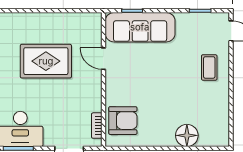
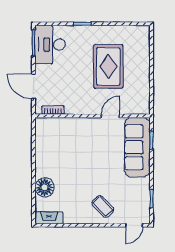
coffee table: (209, 67) -> (103, 207), turned 45
armchair: (123, 121) -> (57, 132), removed
fireplace: (222, 130) -> (49, 218), added

